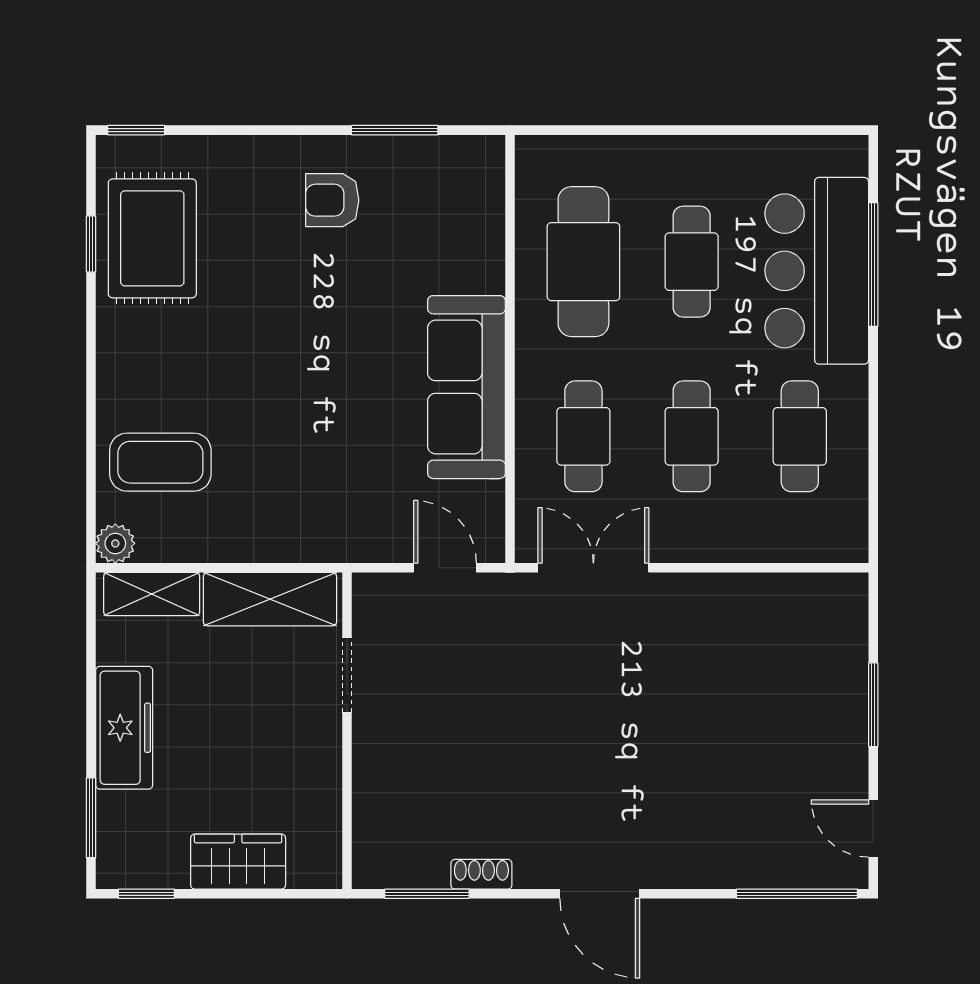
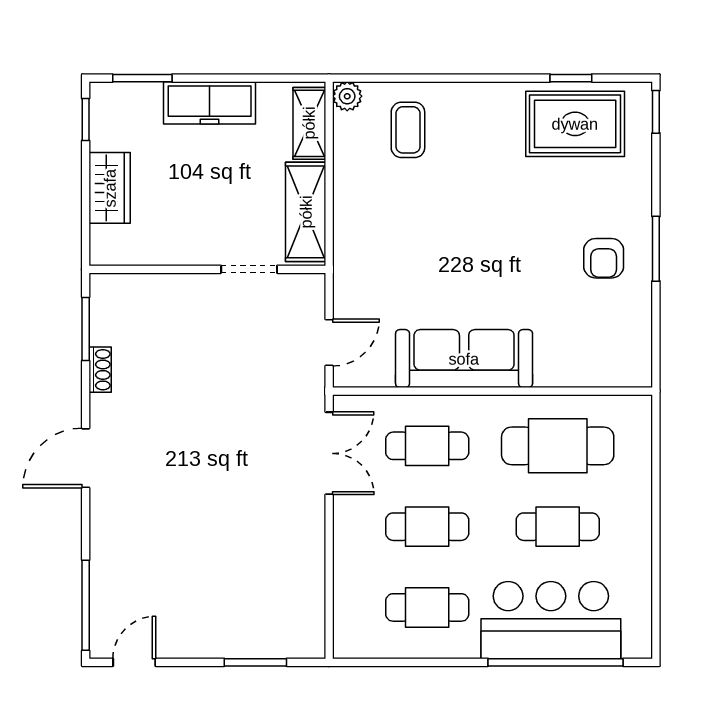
window: (395, 130) -> (656, 249), moved
armchair: (332, 200) -> (604, 258), turned 180
window: (873, 265) -> (556, 662), width x1.46
coffee table: (160, 462) -> (408, 130), width x0.73, depth x0.77
window: (873, 705) -> (255, 662), moved

